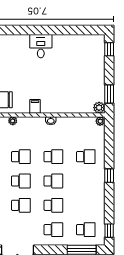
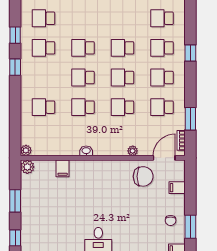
window: (109, 94) -> (15, 201), moved
filing cabinet: (35, 106) -> (63, 168), moved
window: (109, 176) -> (15, 67), moved
school desk: (53, 230) -> (44, 48), moved
window: (109, 231) -> (15, 35), moved

